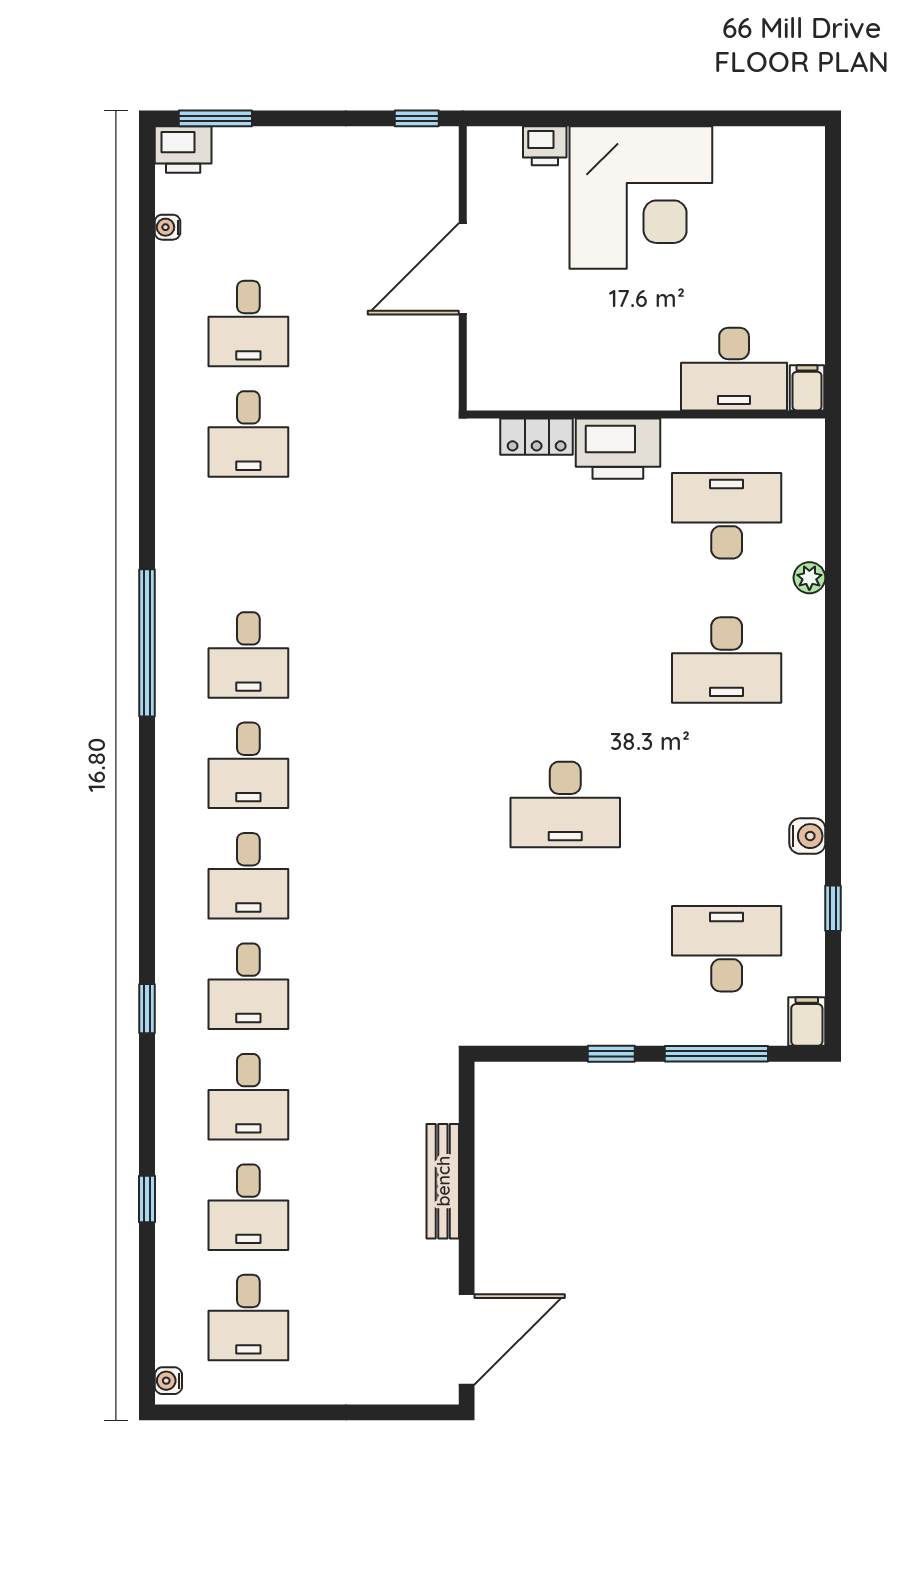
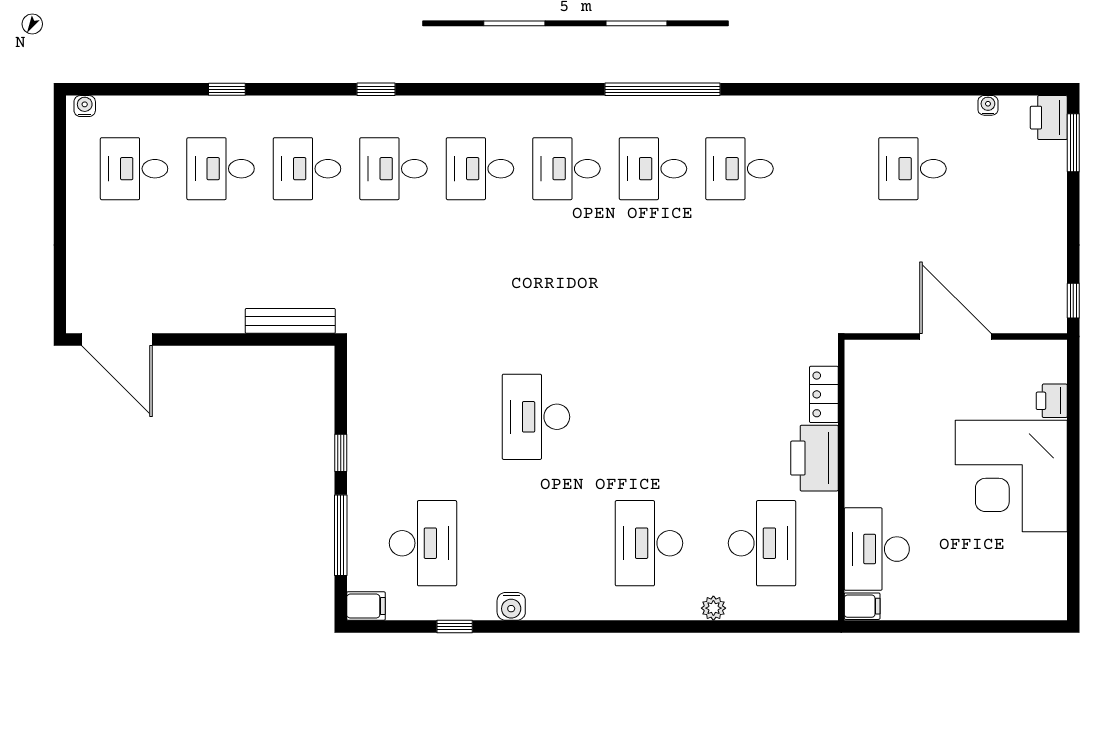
desk: (248, 434) -> (739, 169), moved
bench: (443, 1181) -> (290, 321), moved

